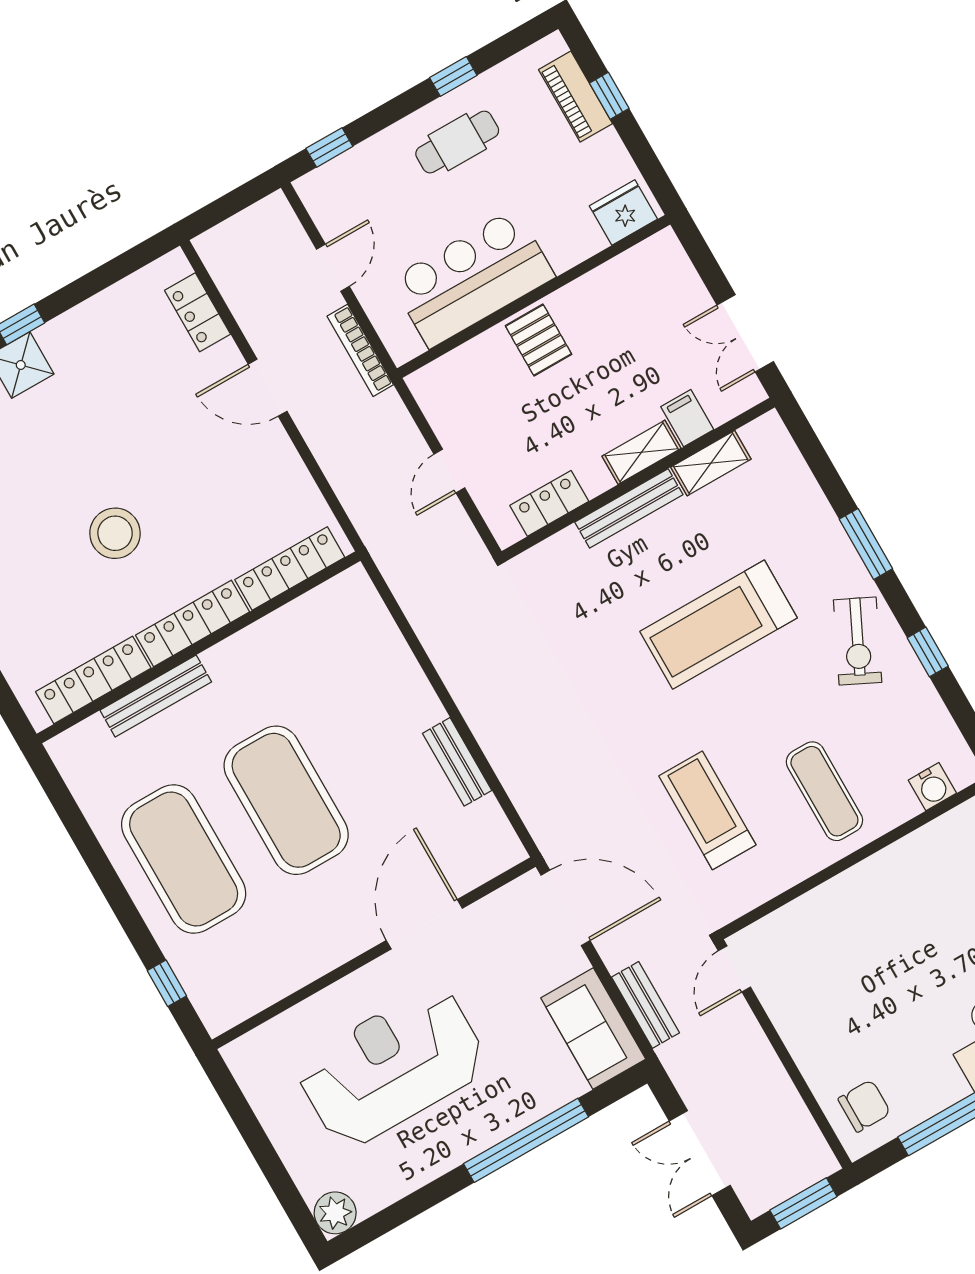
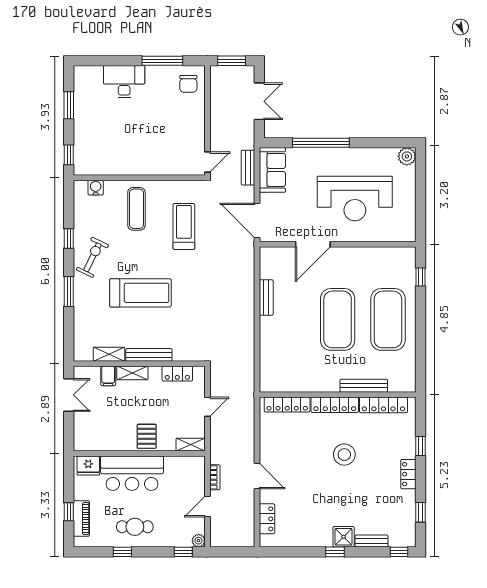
plant: (311, 188) -> (199, 541), added
bar counter: (472, 278) -> (132, 473), moved
bookcase: (360, 350) -> (215, 477), width x0.64
shelving: (439, 374) -> (191, 445), added
treadmill: (707, 810) -> (184, 226), turned 180
chair: (864, 1106) -> (188, 84), turned -90

